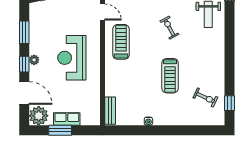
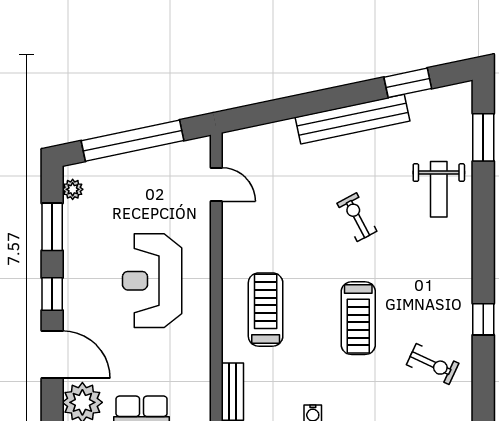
treadmill: (121, 42) -> (266, 310), moved
plant: (34, 60) -> (73, 189), moved
window: (230, 103) -> (483, 319), moved

